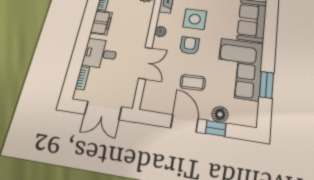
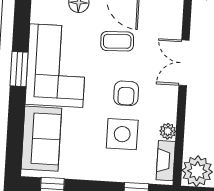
plant: (160, 31) -> (168, 131), moved
window: (267, 85) -> (19, 69), moved

